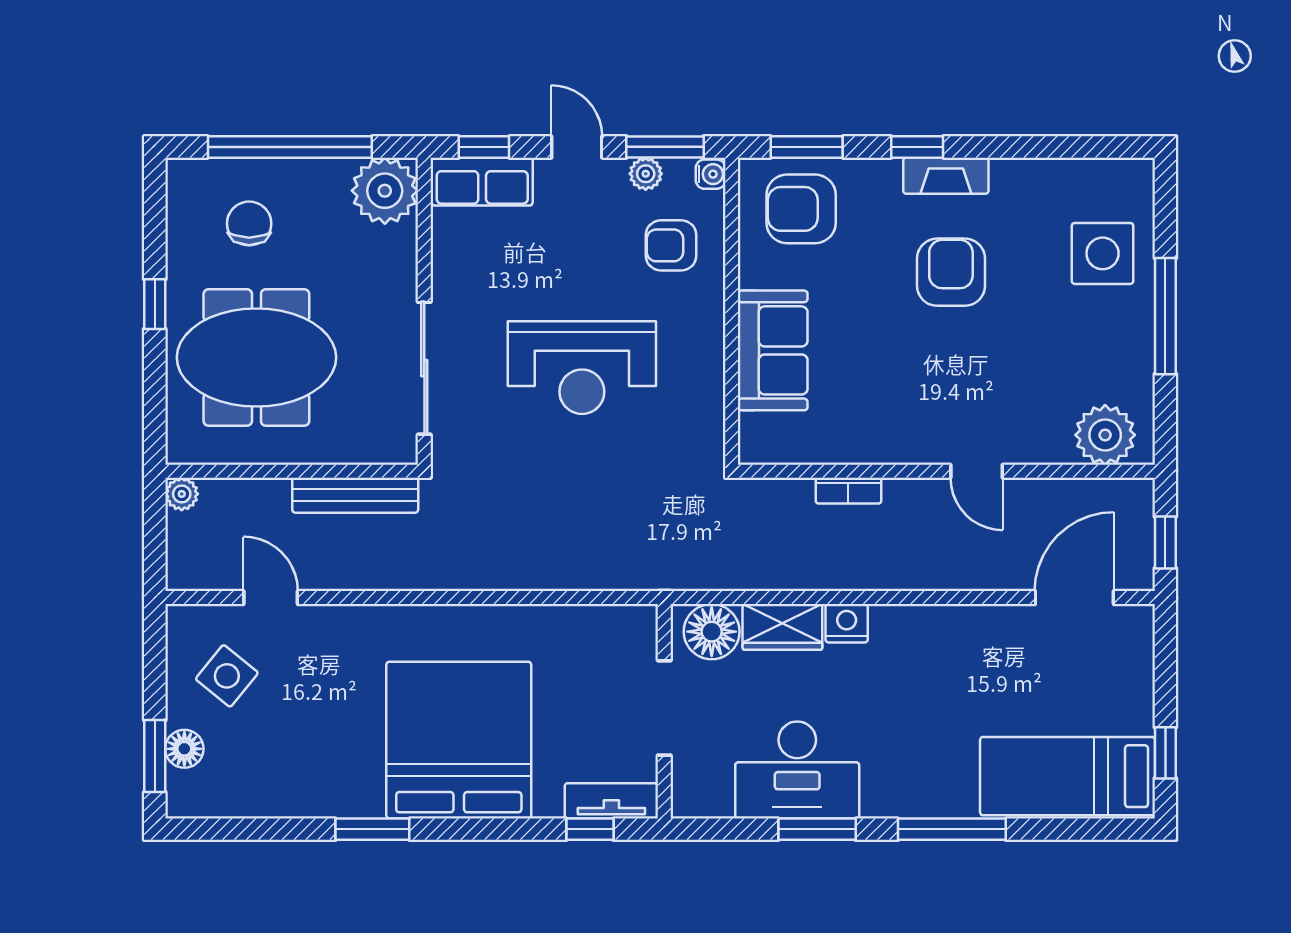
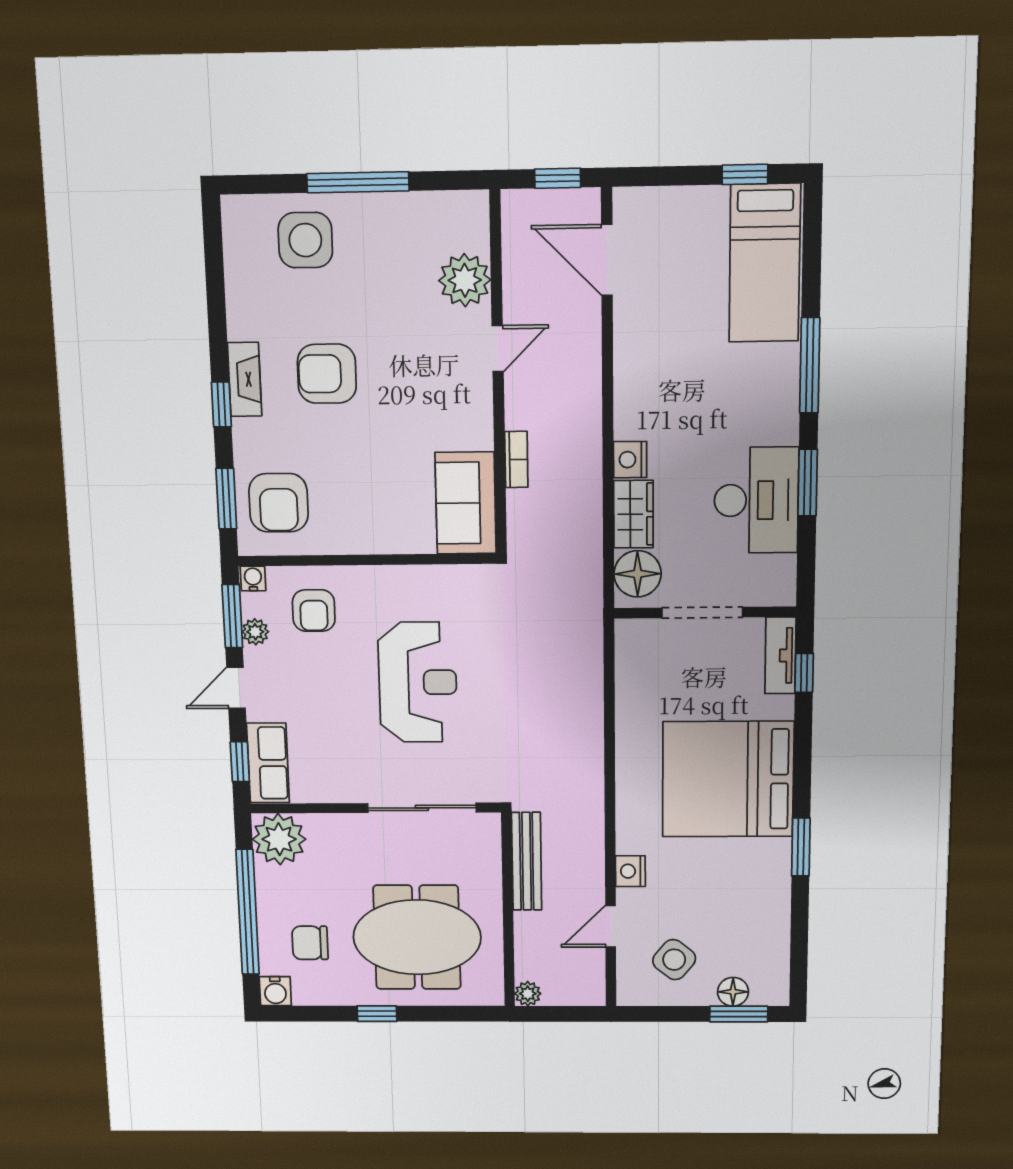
water cooler: (185, 177) -> (275, 991), added
sofa: (773, 350) -> (466, 503), moved, turned -90
meeting table: (256, 357) -> (417, 937), turned 90
plant: (1105, 435) -> (465, 280), moved
nightstand: (342, 622) -> (630, 871), added

